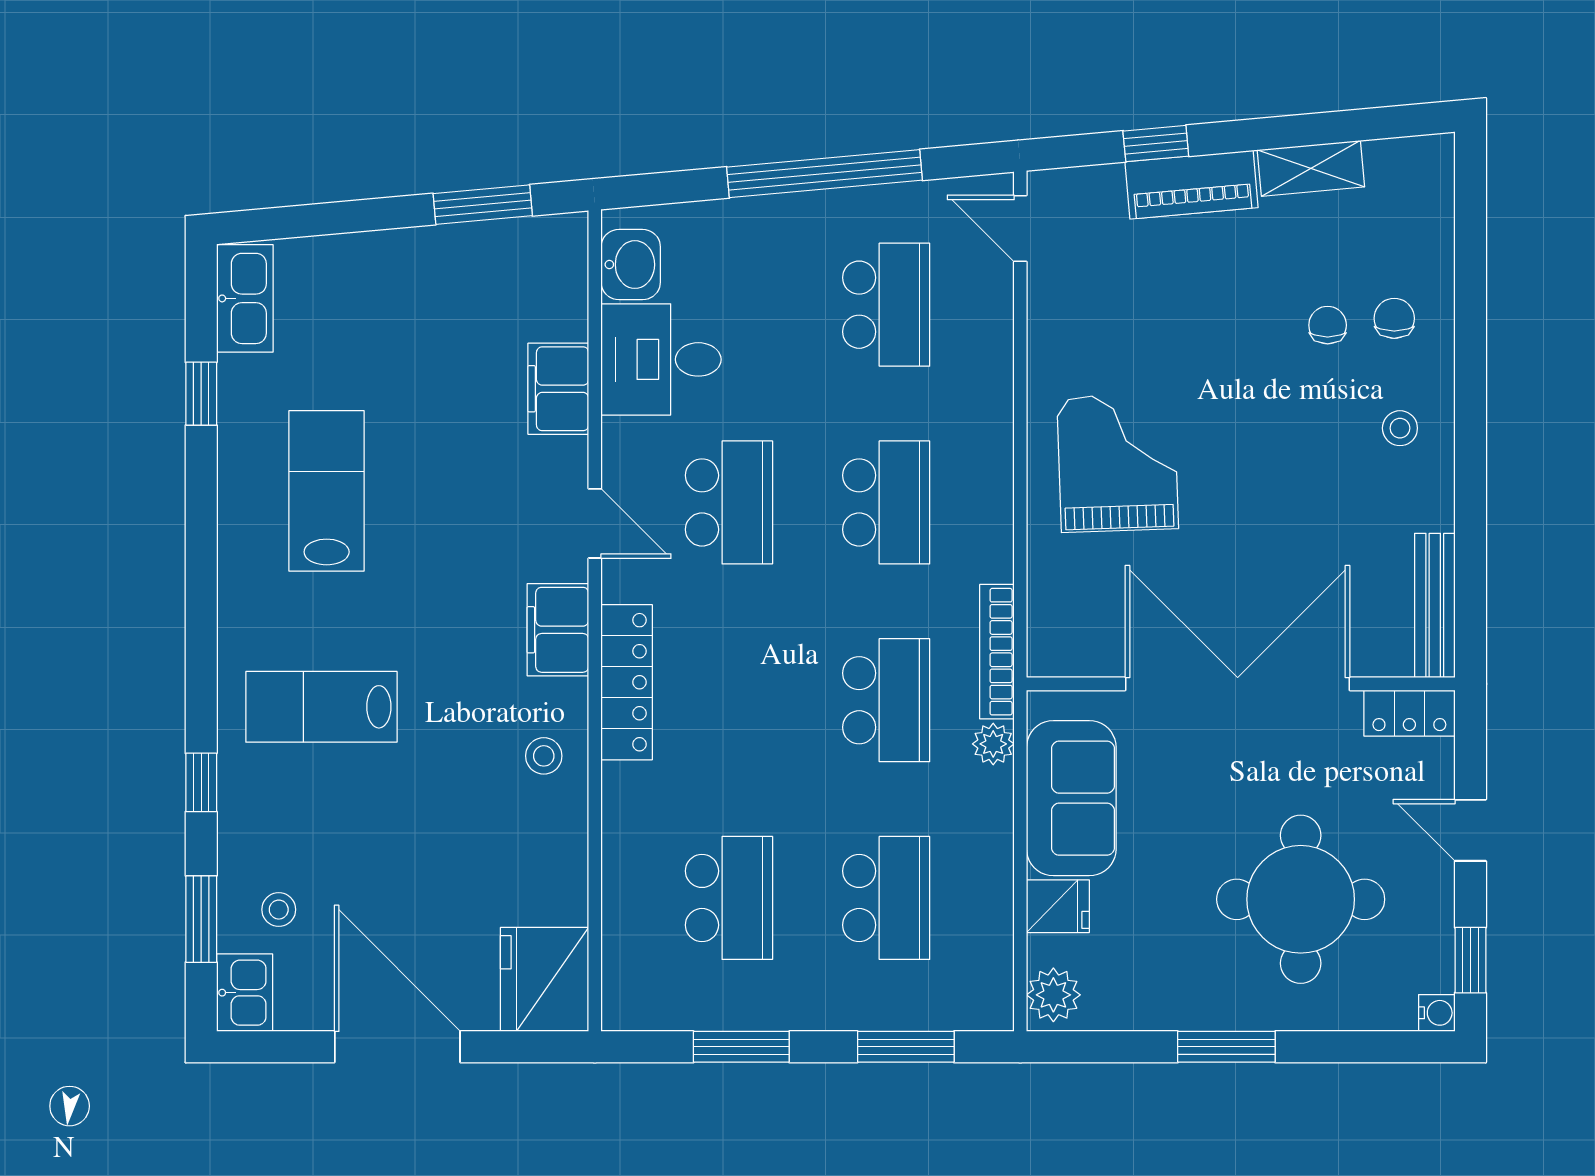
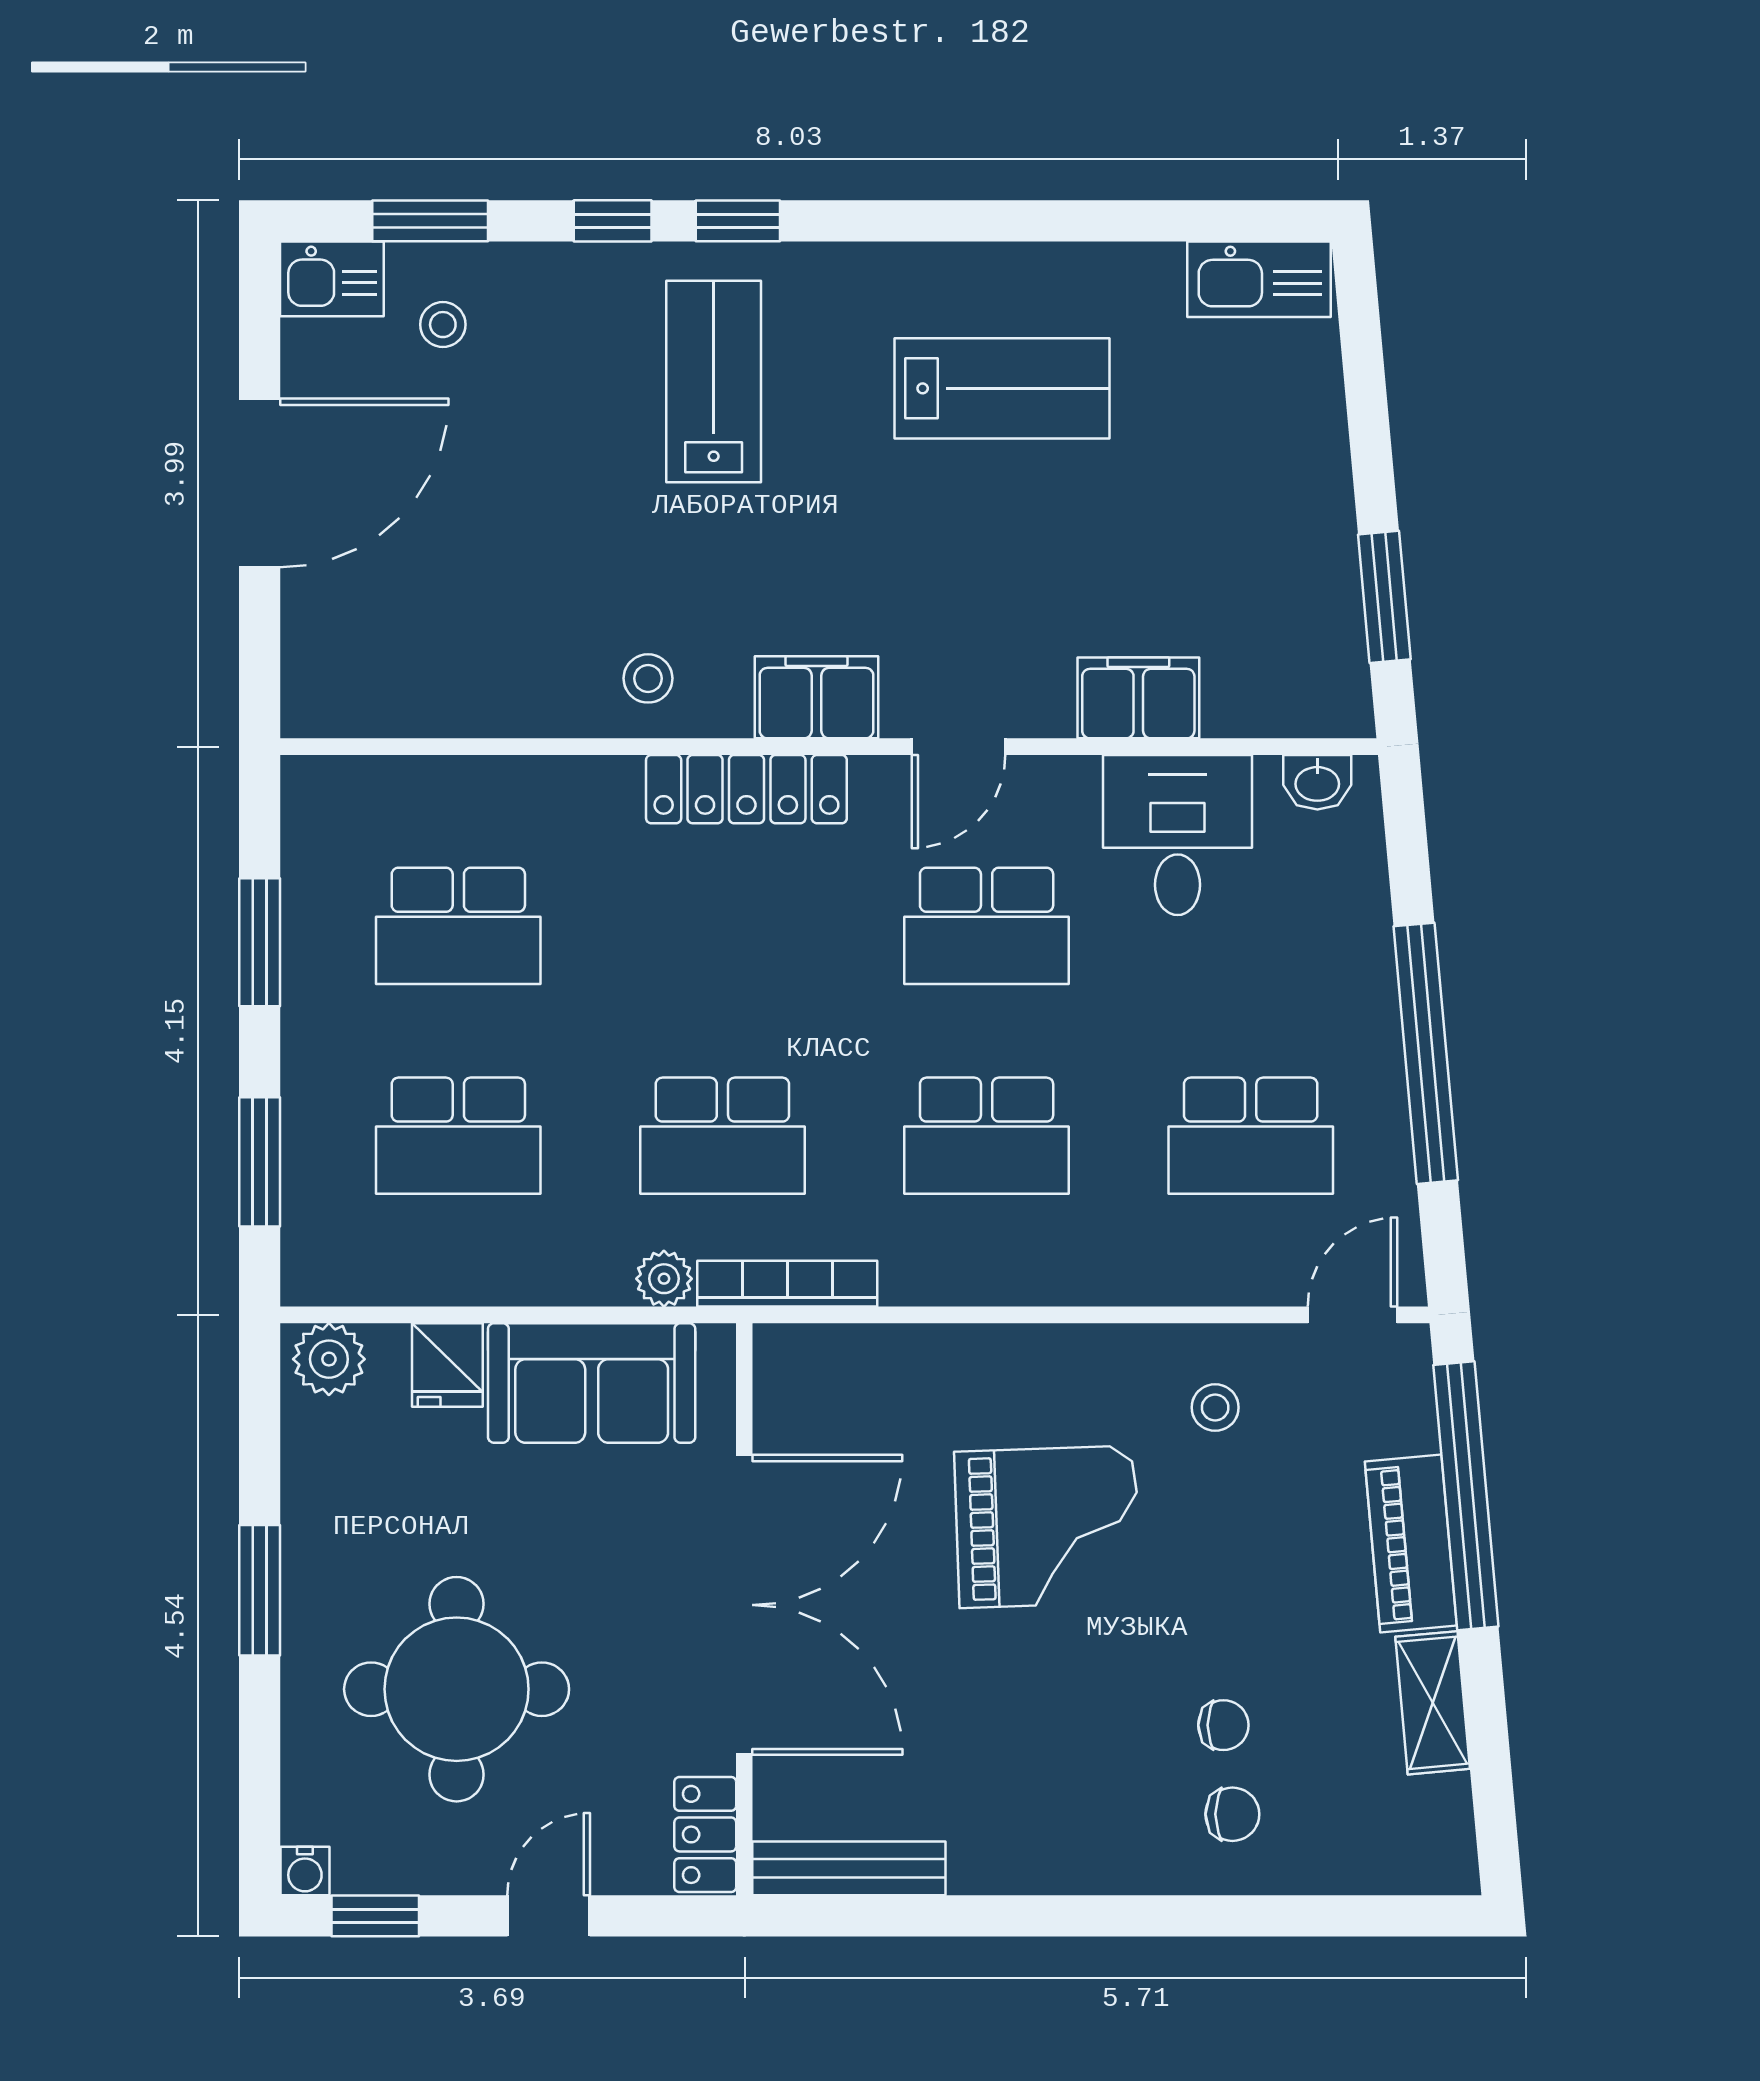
window: (1156, 144) -> (1466, 1496), width x3.17
washbasin: (631, 265) -> (1317, 782), width x0.72, depth x0.69
window: (201, 394) -> (738, 221), moved
stool: (1400, 428) -> (1215, 1407), moved
grand piano: (1118, 463) -> (1047, 1527), moved
fridge: (545, 979) -> (350, 680), removed

